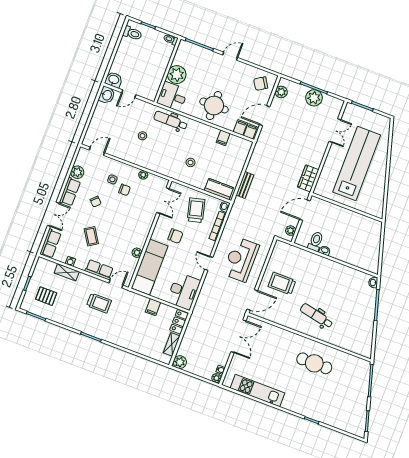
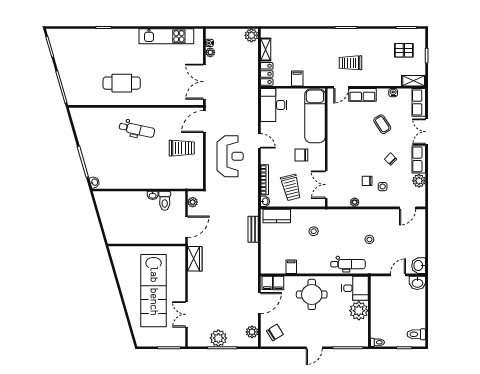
plant: (137, 253) -> (332, 125), removed
shelving: (67, 272) -> (414, 81), moved
plant: (217, 378) -> (210, 52), moved

